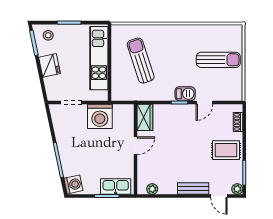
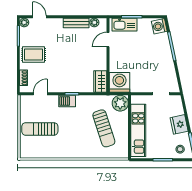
plant: (121, 91) -> (120, 103), added
door: (204, 102) -> (40, 94), moved
washing machine: (100, 116) -> (119, 82), moved
door: (136, 146) -> (108, 40), moved
bench: (193, 188) -> (76, 23), moved

